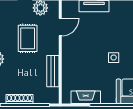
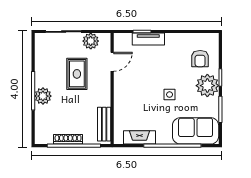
bench: (53, 71) -> (104, 124), moved

